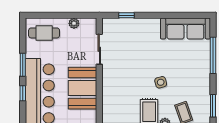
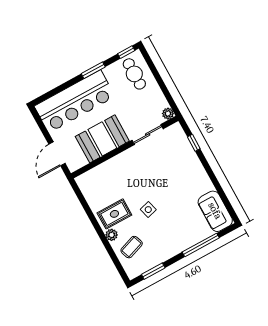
plant: (74, 23) -> (168, 114), moved
sofa: (185, 29) -> (215, 211), width x0.73
window: (23, 93) -> (126, 52), moved

